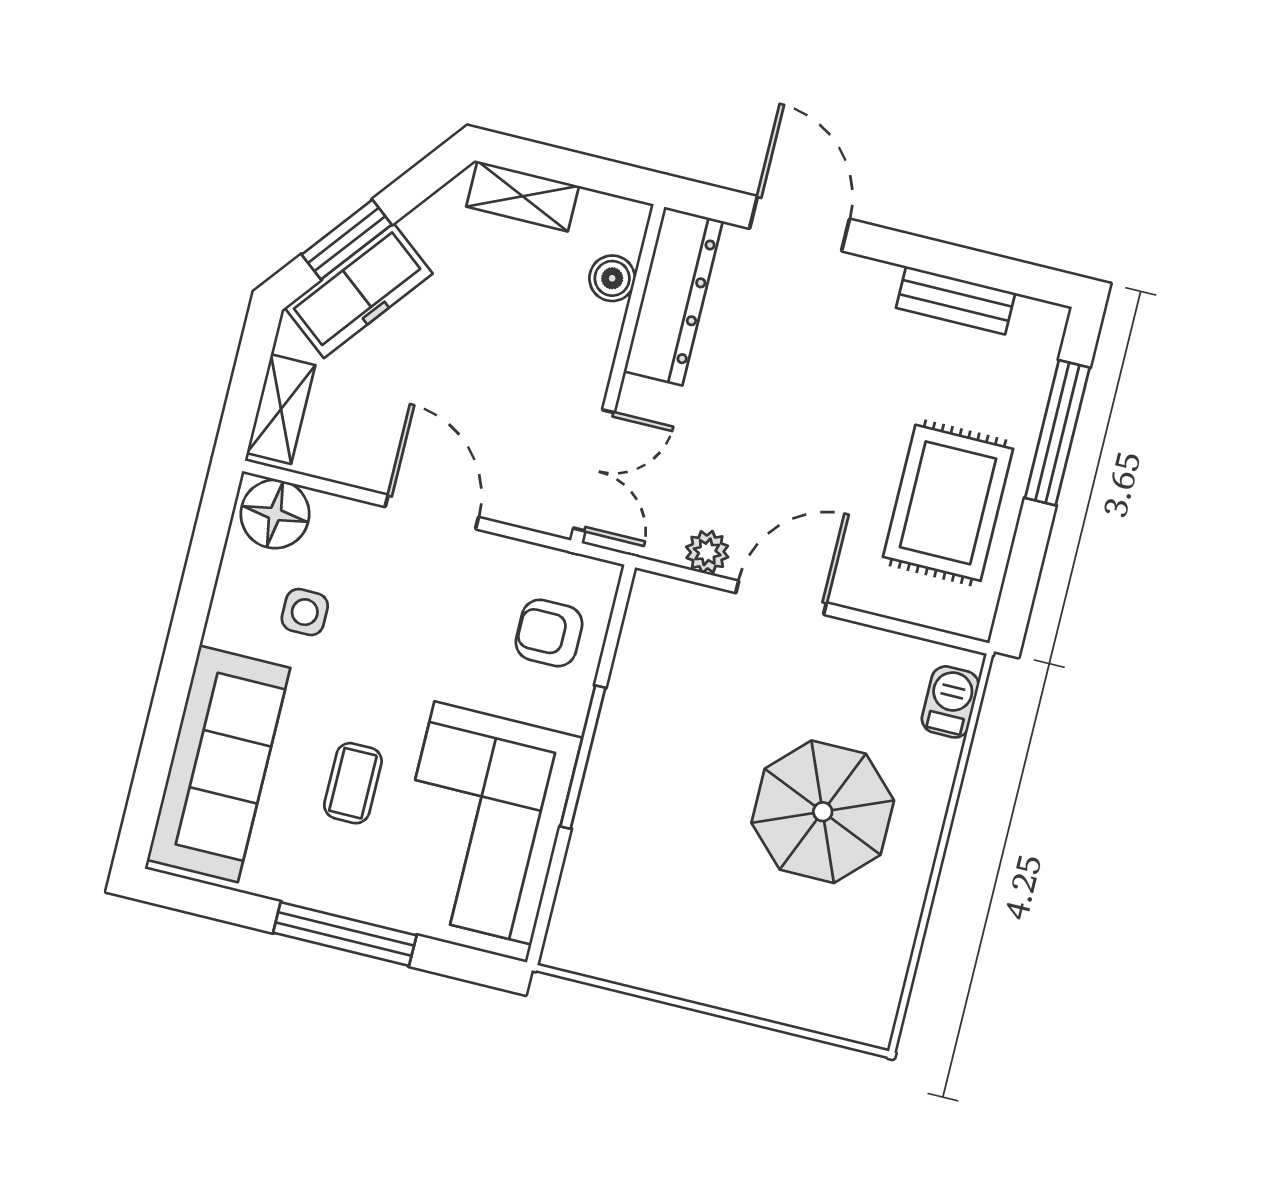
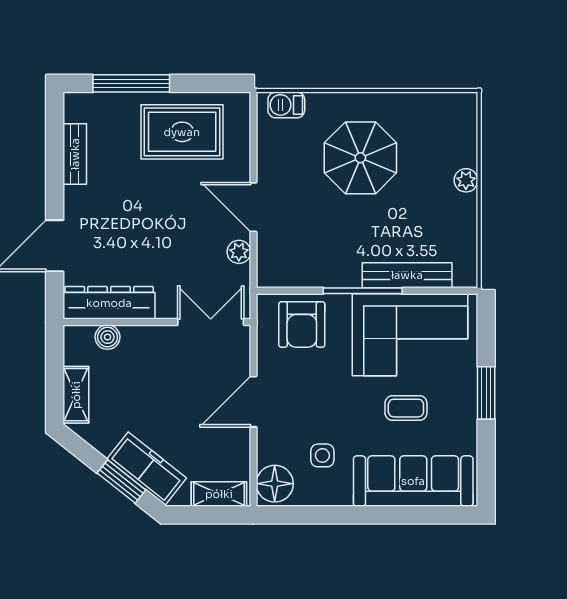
armchair: (549, 633) -> (302, 324), width x1.38, depth x1.38
bench: (591, 844) -> (407, 275), added
window: (345, 934) -> (486, 393), width x0.69
plant: (736, 991) -> (466, 180), added

